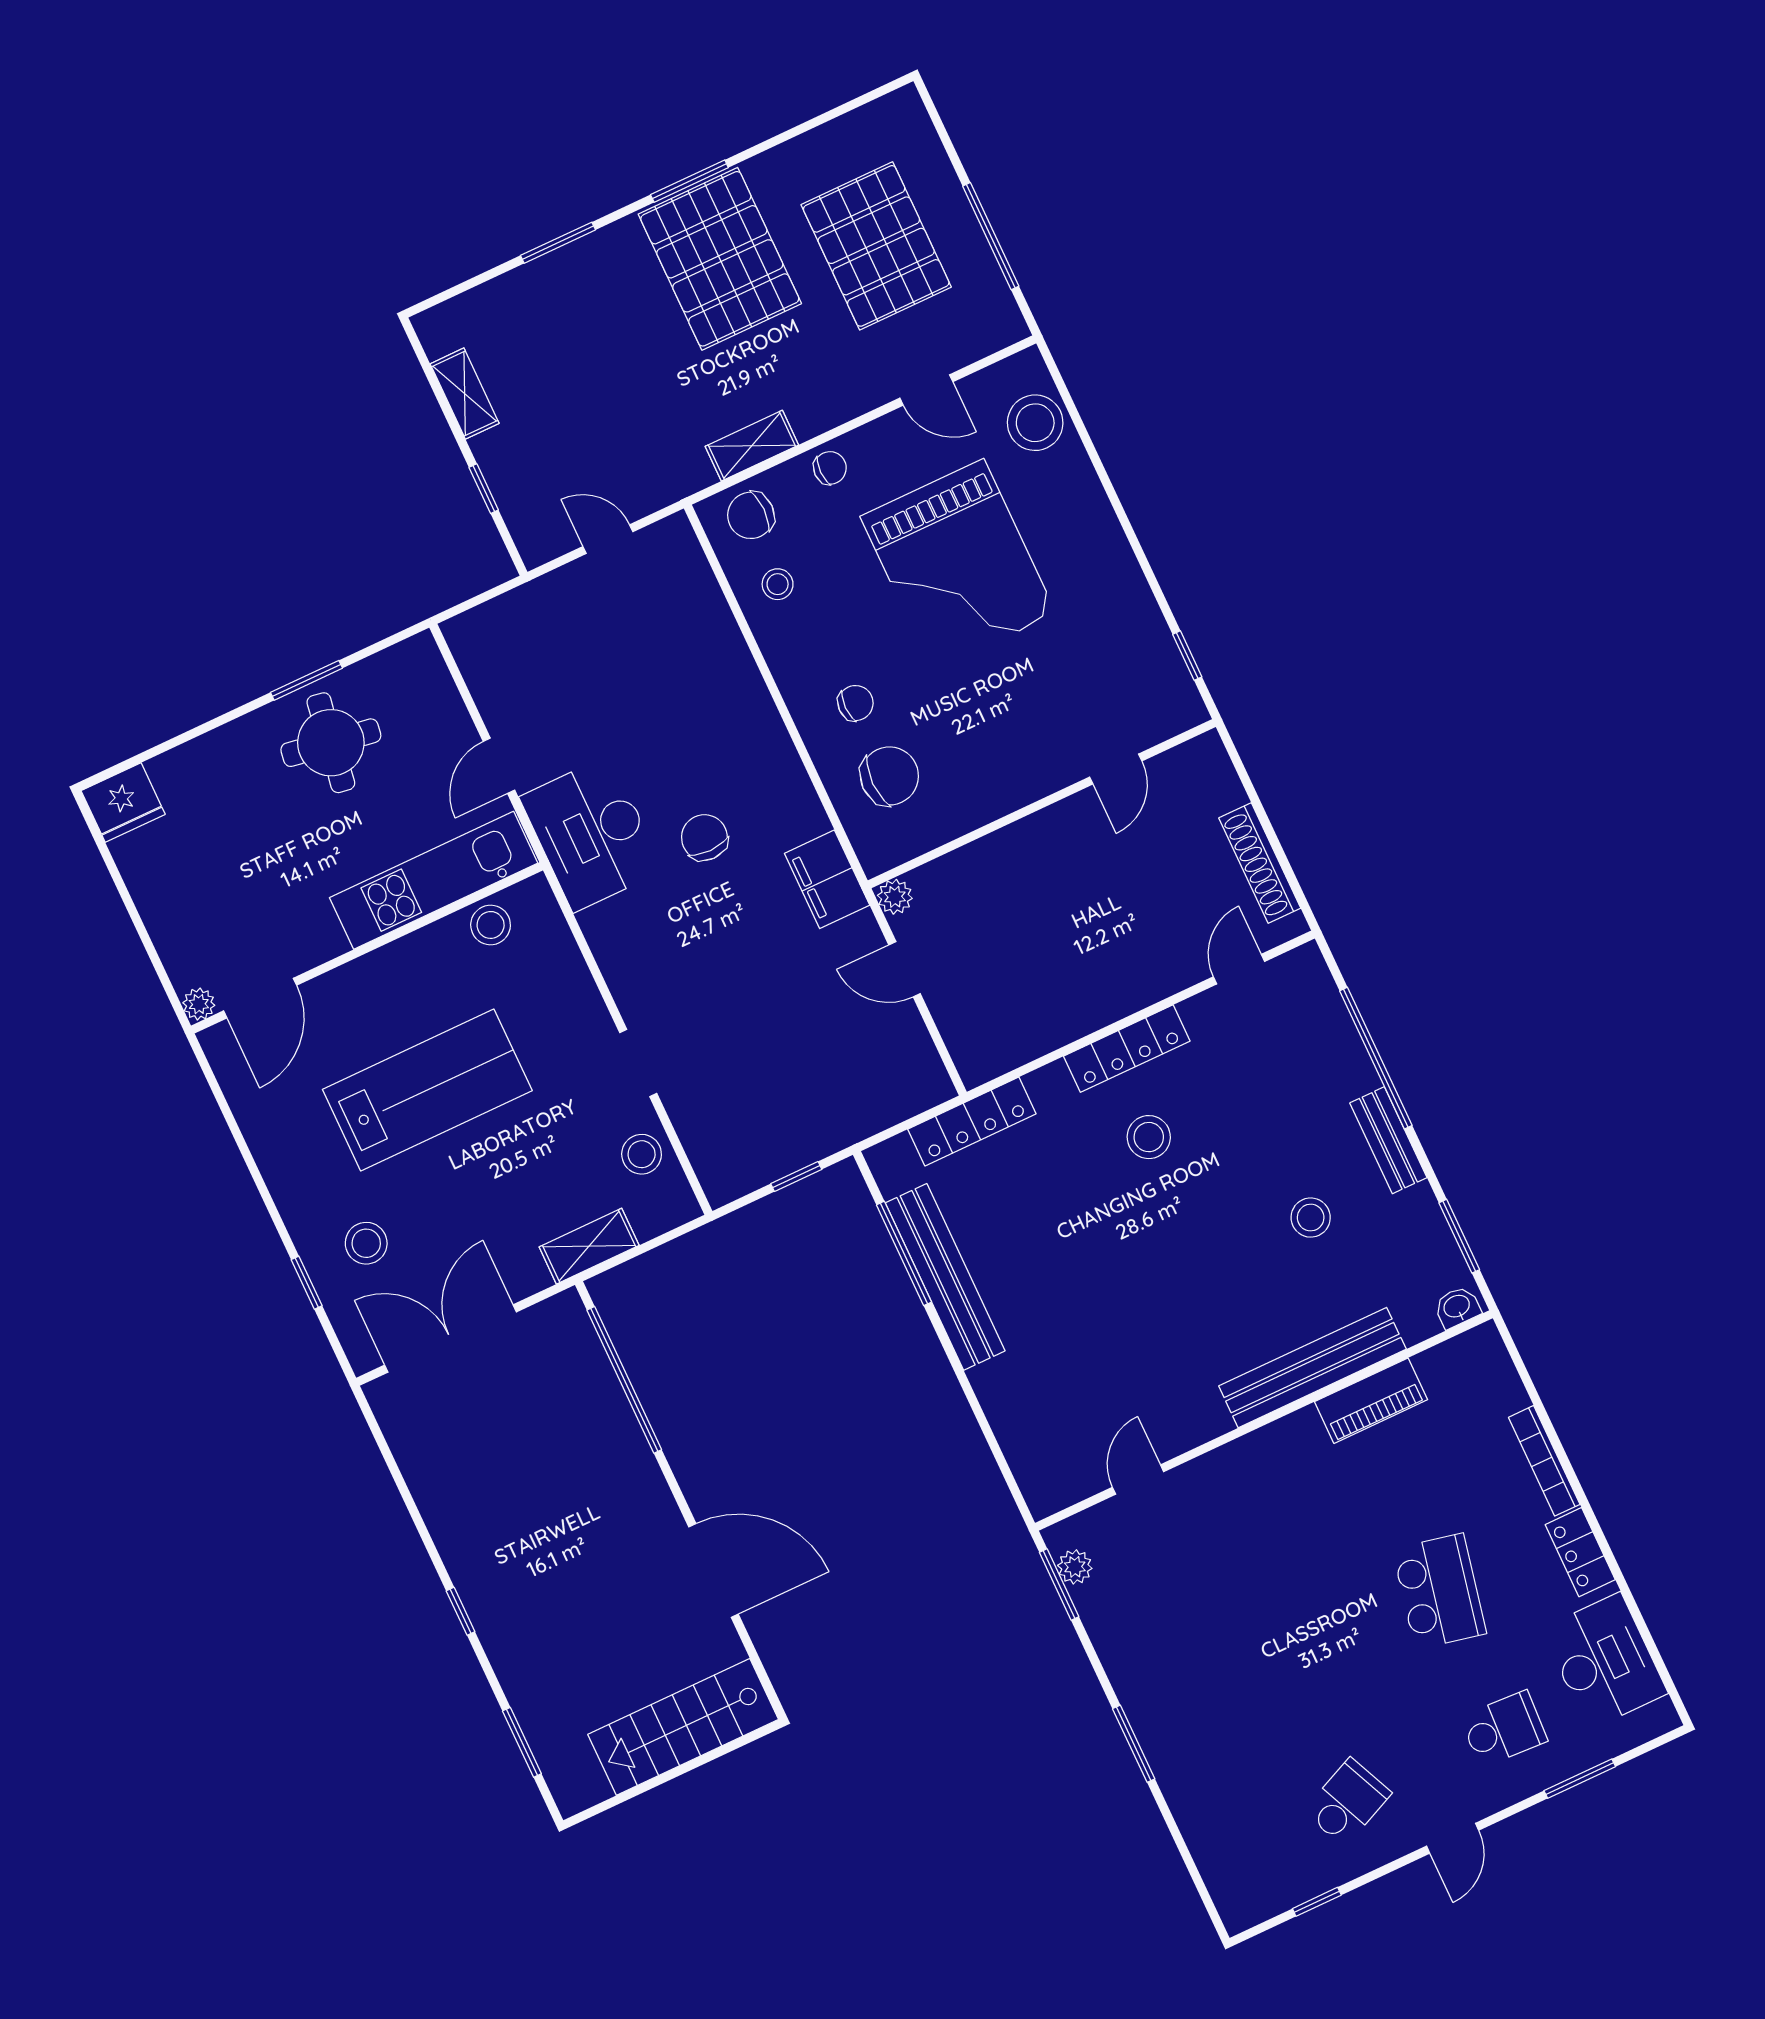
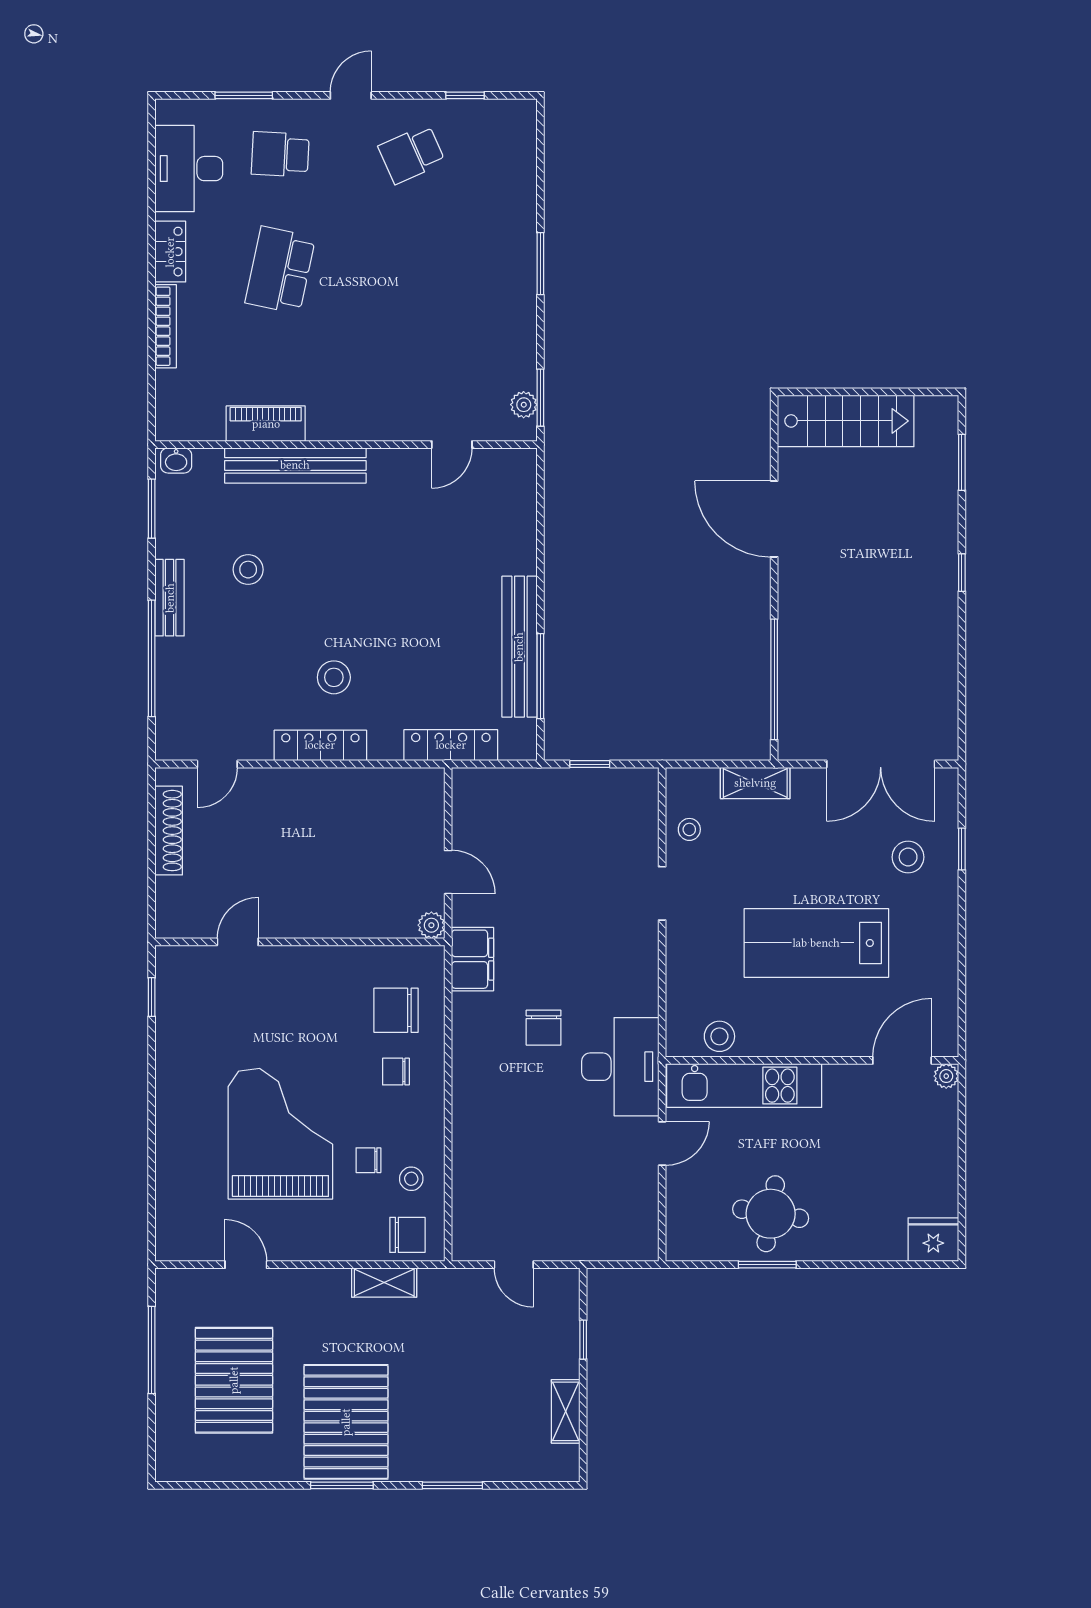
stool: (1035, 423) -> (181, 1207), removed
chair: (830, 468) -> (368, 1160), moved
stool: (642, 1154) -> (689, 829), width x0.73, depth x0.73

